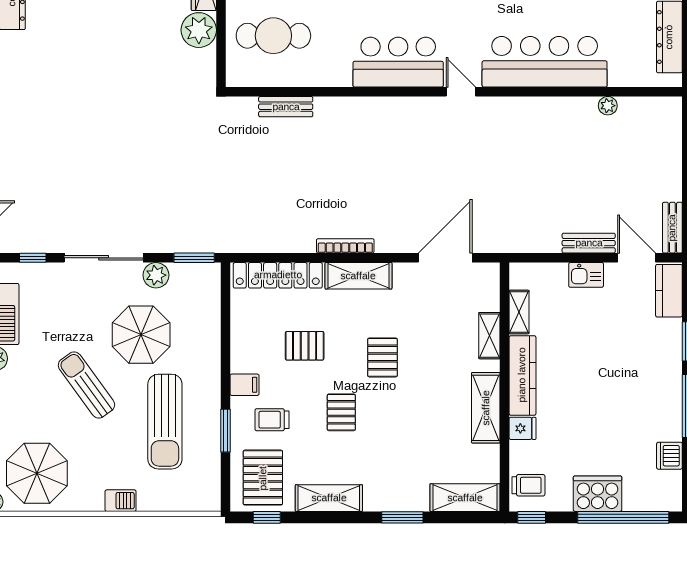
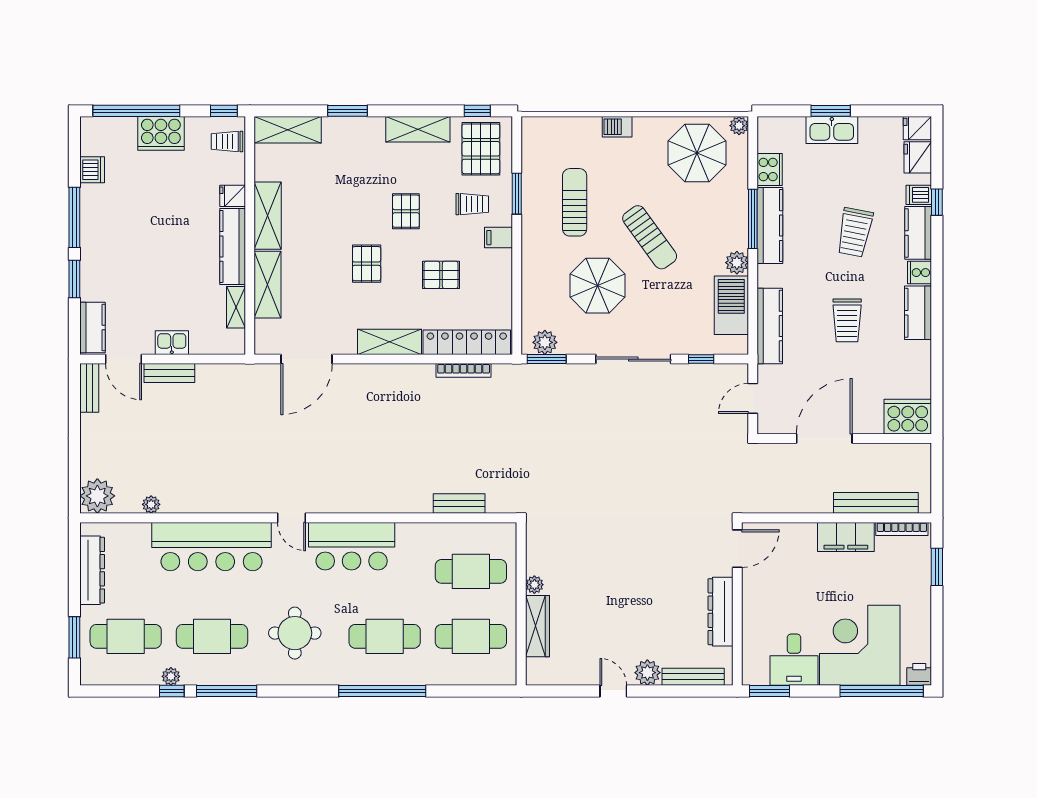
plant: (199, 30) -> (534, 585), width x0.53, depth x0.53
plant: (664, 115) -> (97, 496), added
bookcase: (345, 246) -> (464, 370), moved
plant: (156, 275) -> (545, 342), moved
shelving: (489, 336) -> (268, 285), width x1.50, depth x1.33
sun lounger: (165, 422) -> (575, 202), width x0.73, depth x0.75

